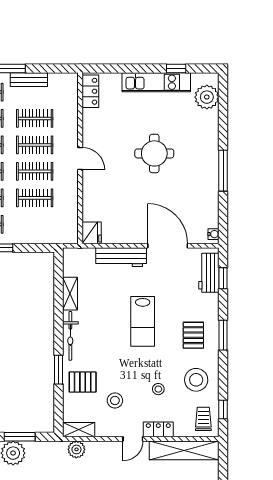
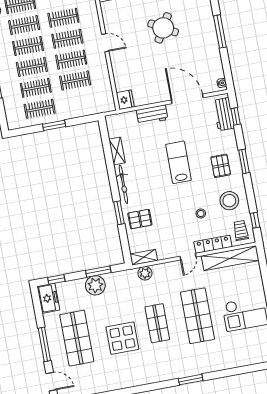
round table: (154, 153) -> (163, 28), turned 30
workbench: (121, 257) -> (152, 115), width x0.73
lab bench: (143, 321) -> (178, 162), turned 180
stool: (115, 400) -> (168, 229), removed
locker: (158, 429) -> (213, 244), width x1.53

